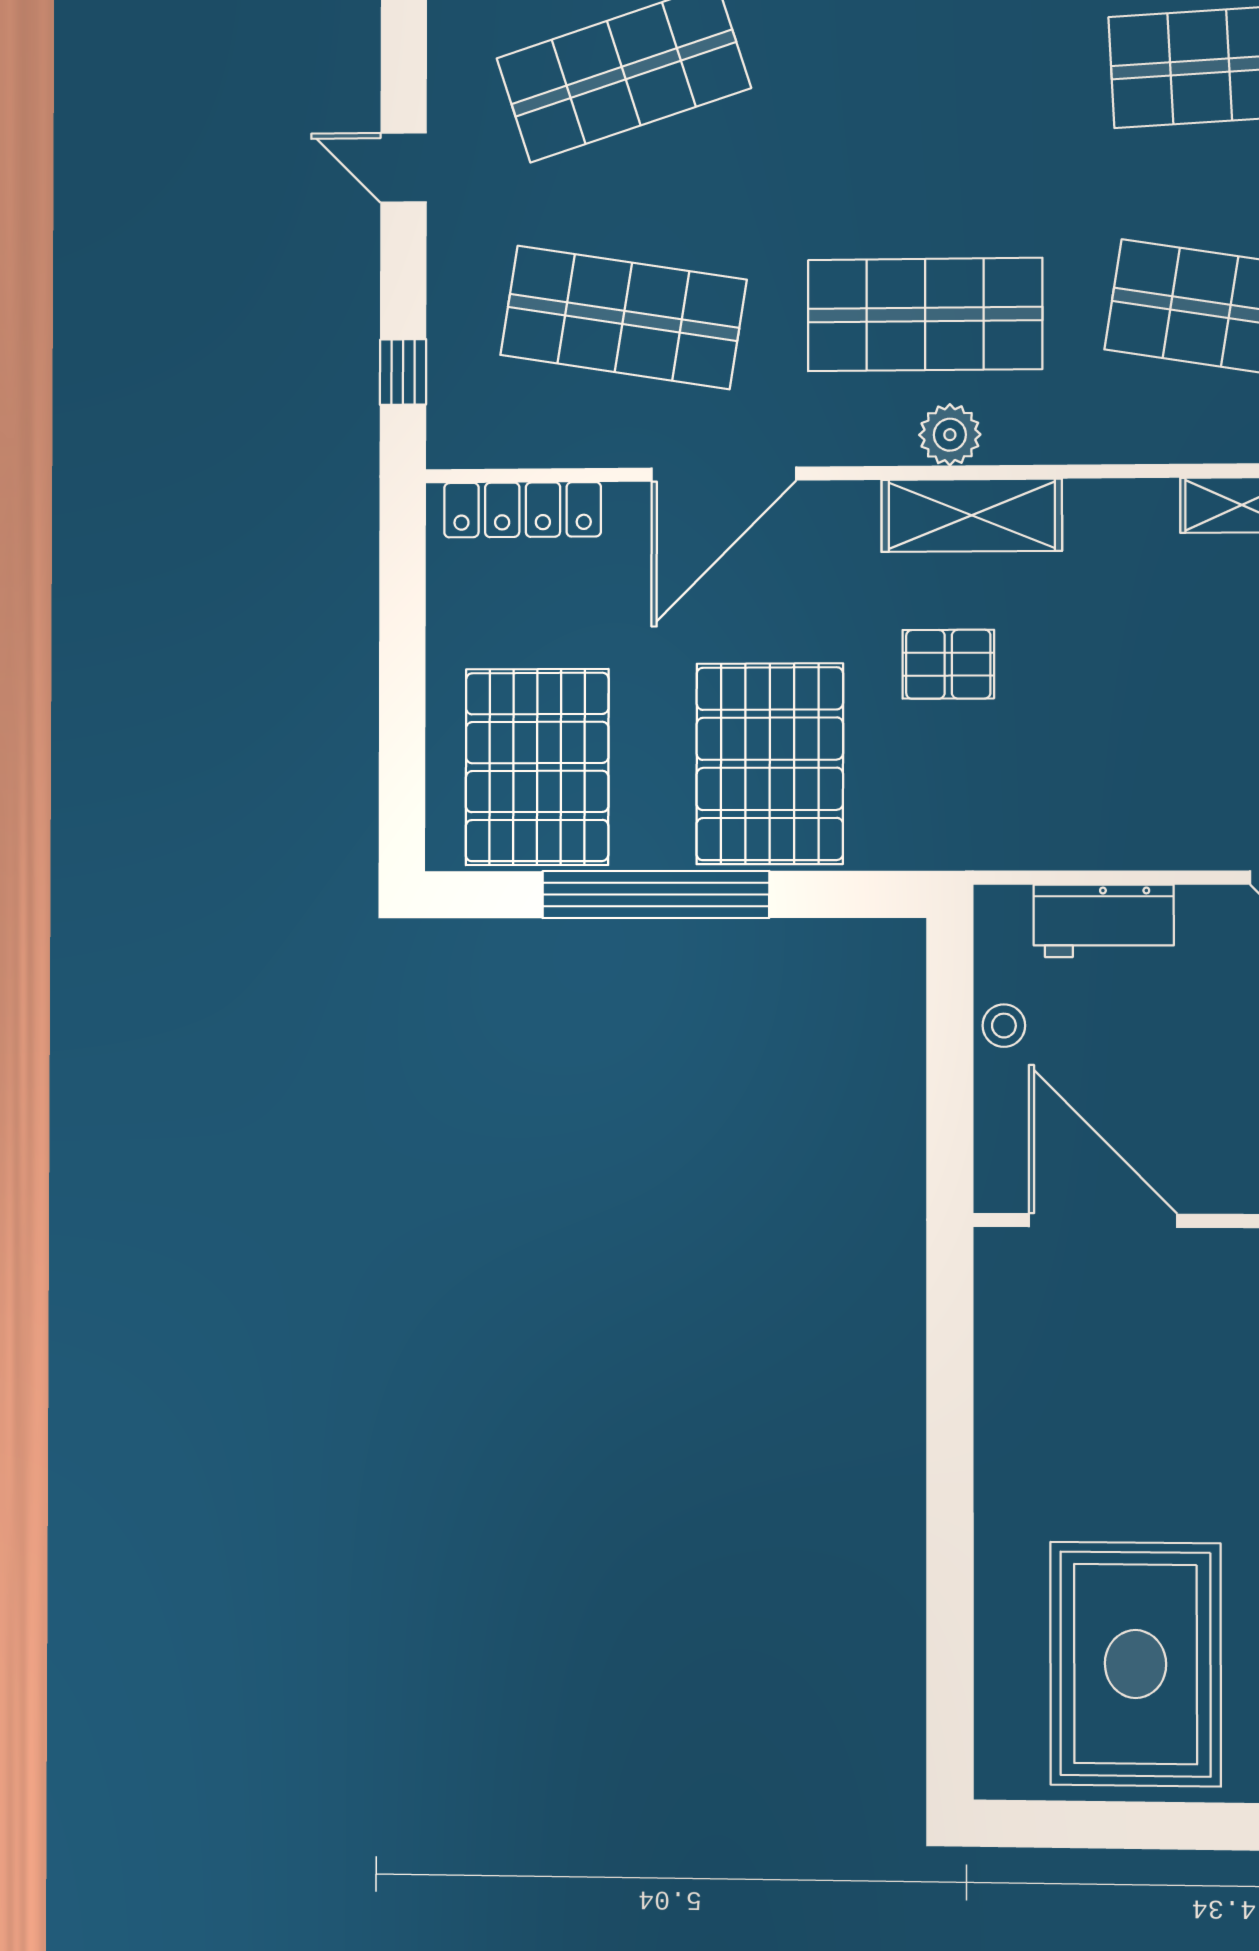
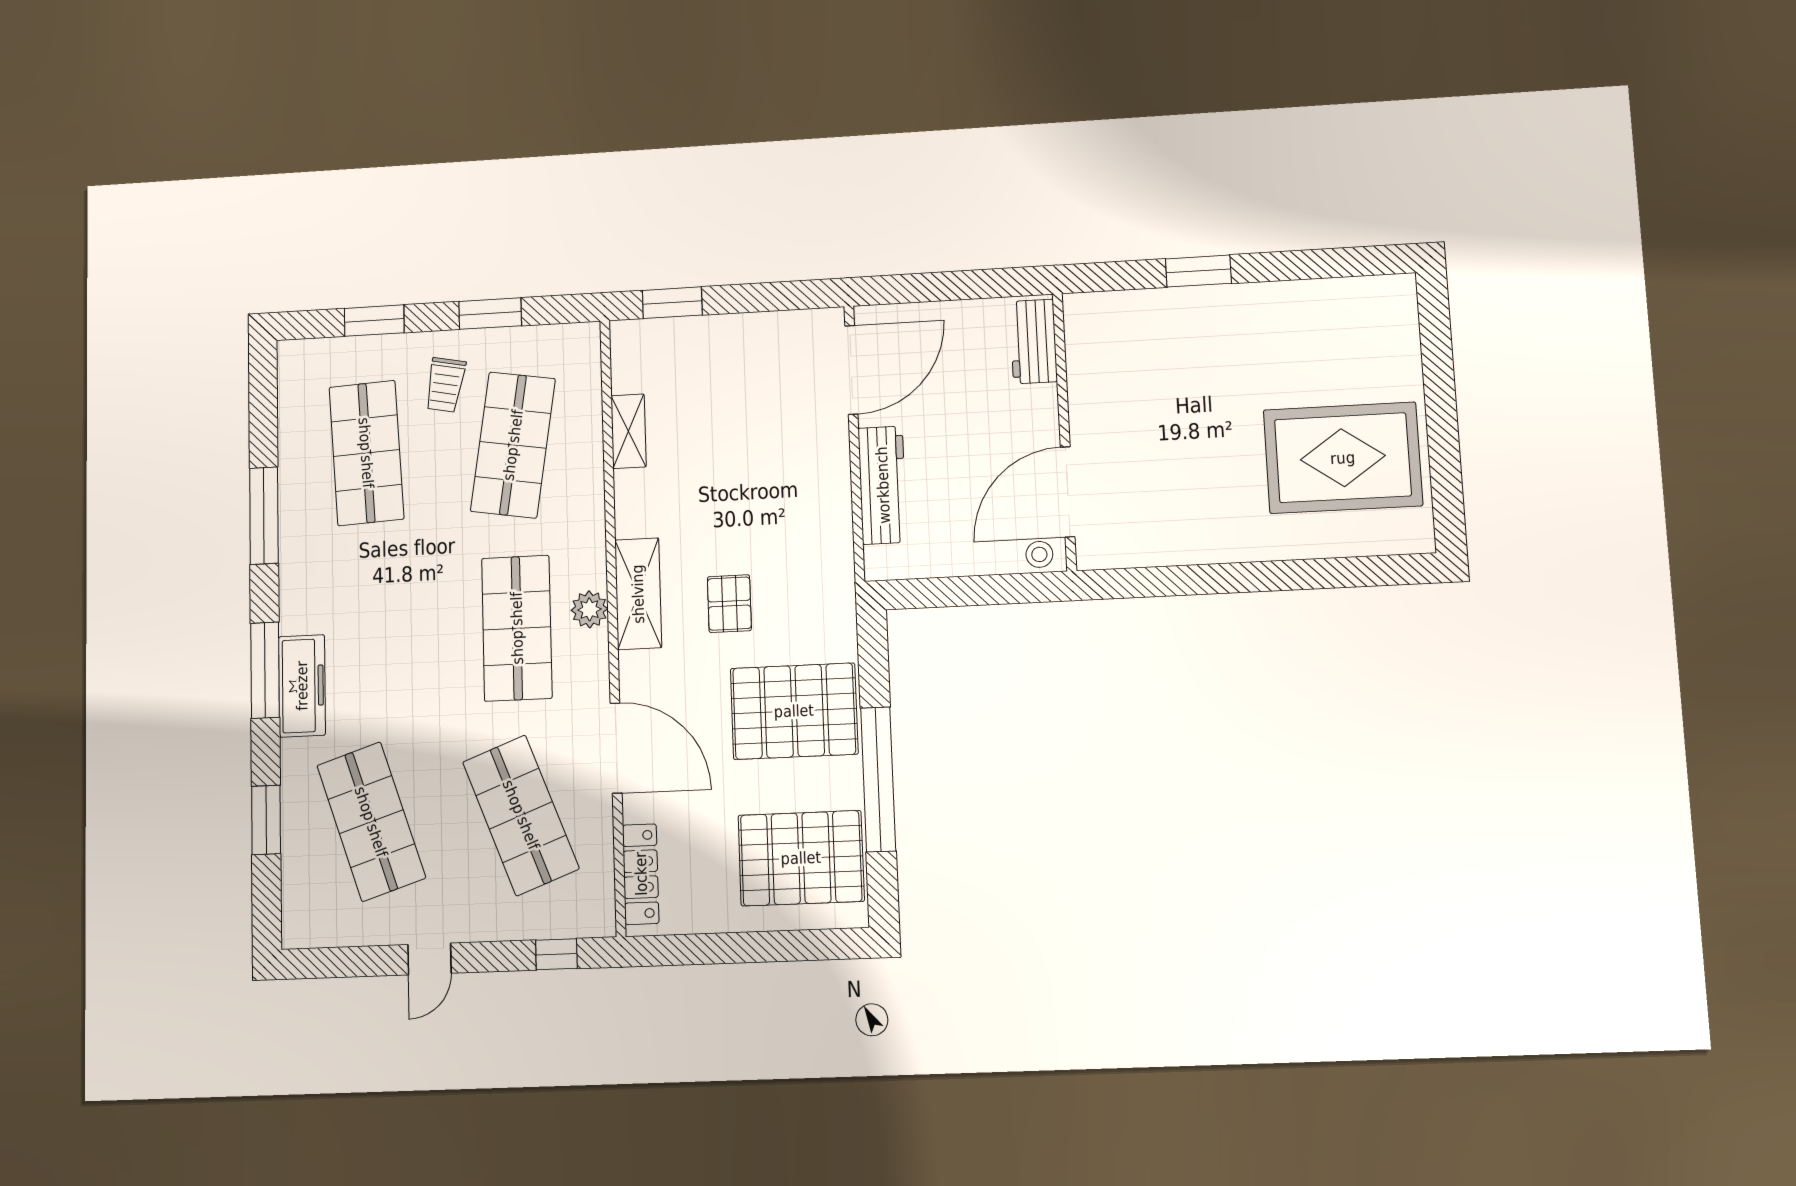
shop shelf: (623, 317) -> (521, 815), turned -30
workbench: (1104, 921) -> (883, 485), width x1.38
stool: (1004, 1026) -> (1039, 554), moved

